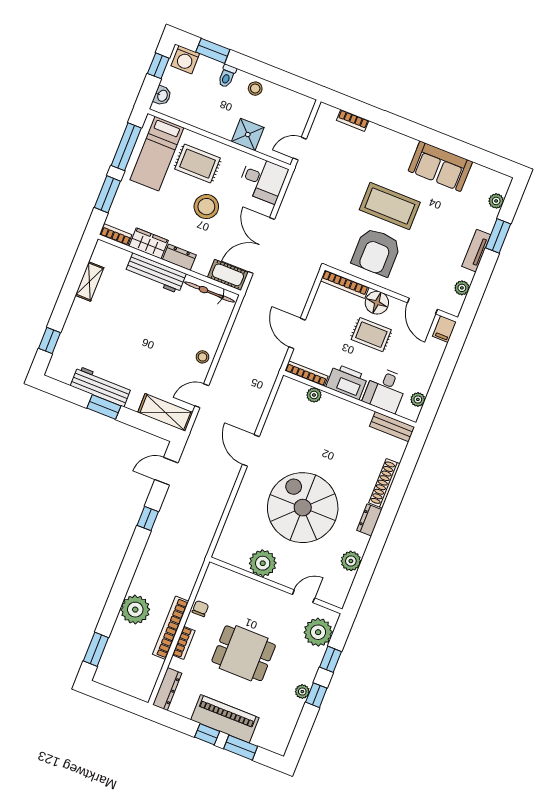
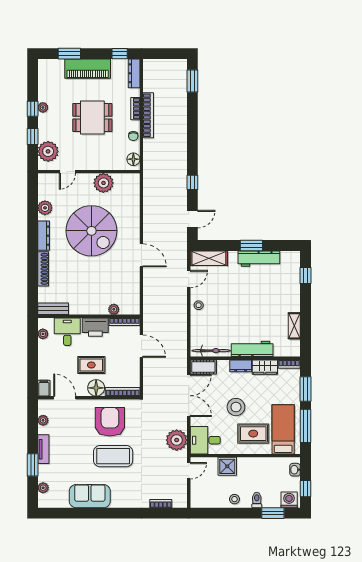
dresser: (369, 520) -> (44, 236), width x1.44
floor lamp: (212, 578) -> (133, 159), added
plant: (135, 610) -> (177, 440), moved
window: (207, 734) -> (120, 54), moved

